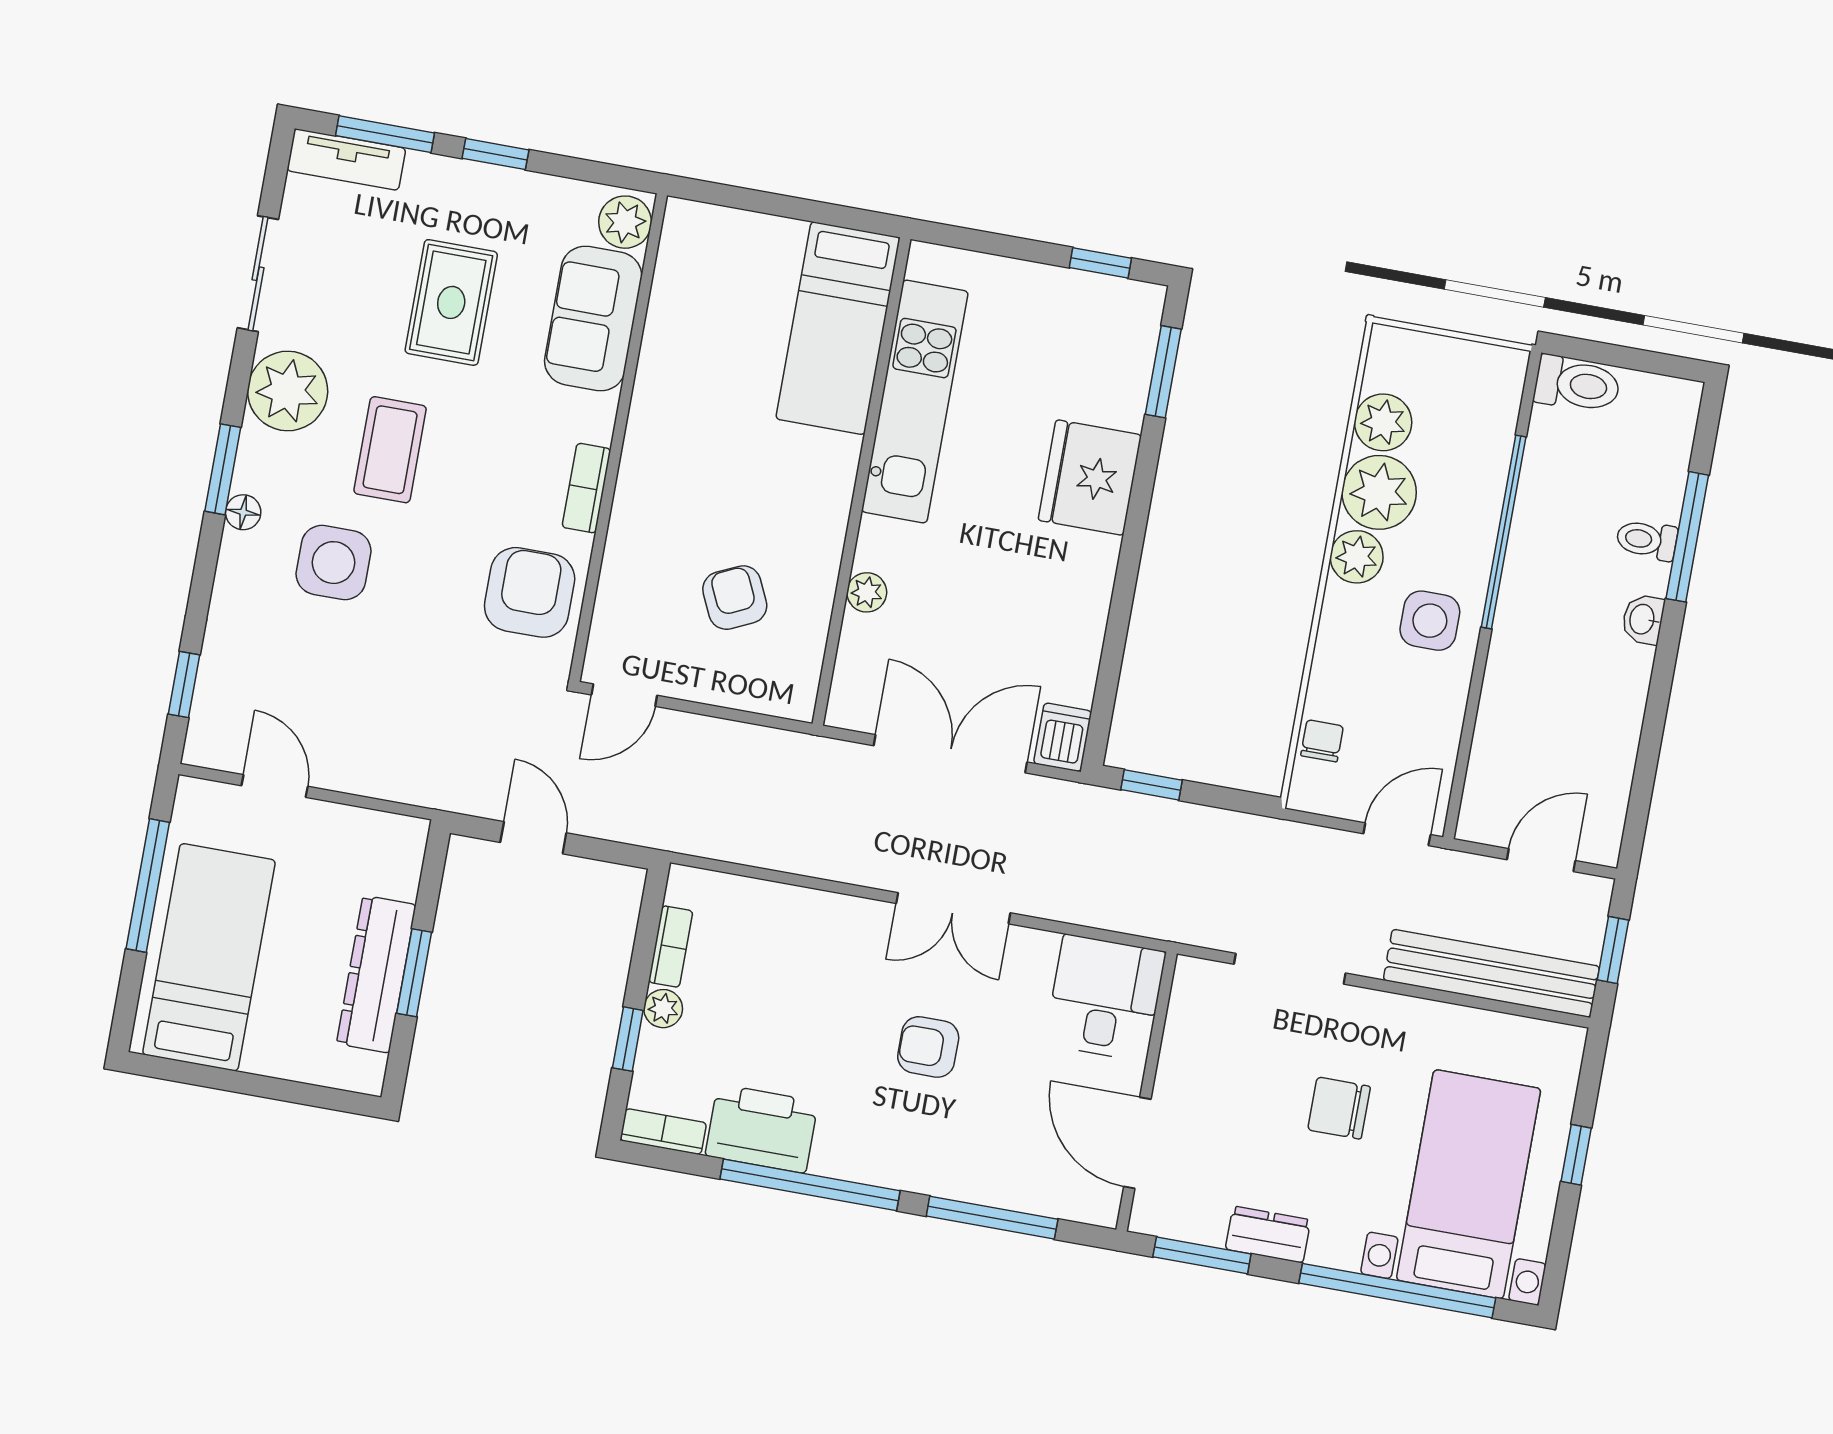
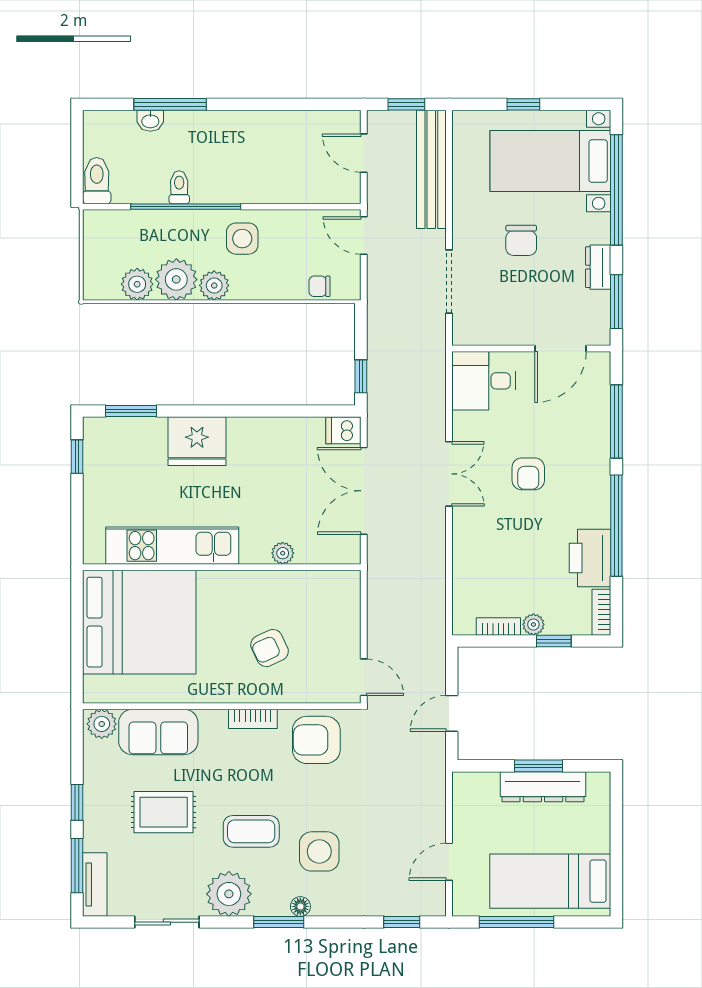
bed: (838, 328) -> (139, 622), width x2.04
toilet: (1647, 540) -> (179, 187), moved, turned 180
armchair: (735, 598) -> (270, 648), moved
washbasin: (1643, 619) -> (150, 121), moved

